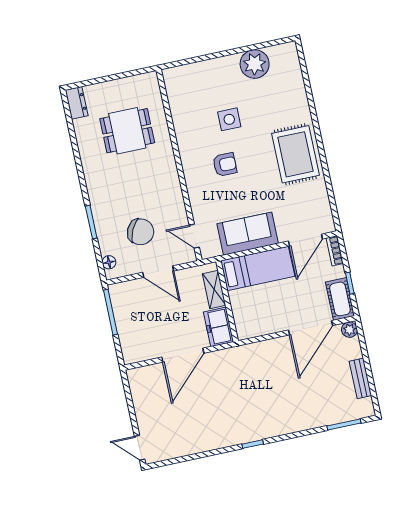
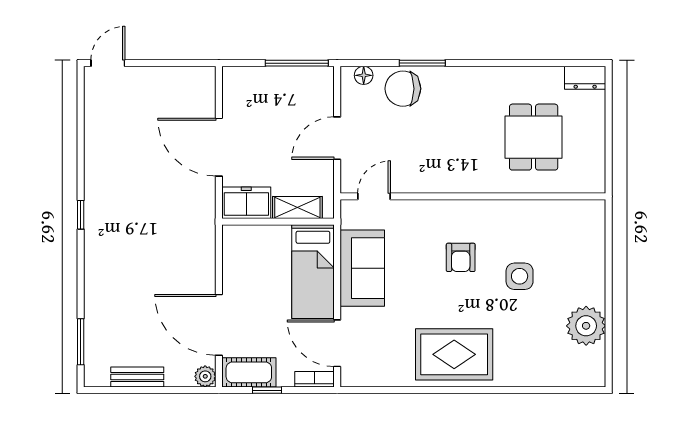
chair: (141, 232) -> (403, 89), moved, turned 64

